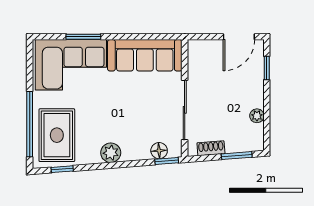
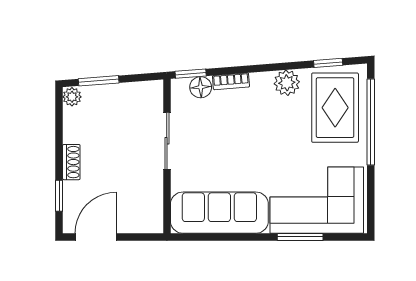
sliding door: (185, 110) -> (167, 141), width x0.73
plant: (257, 116) -> (72, 97), moved
shoe rack: (211, 148) -> (71, 162), moved, turned -86
plant: (111, 153) -> (287, 83), moved
bookcase: (136, 155) -> (231, 81), added

